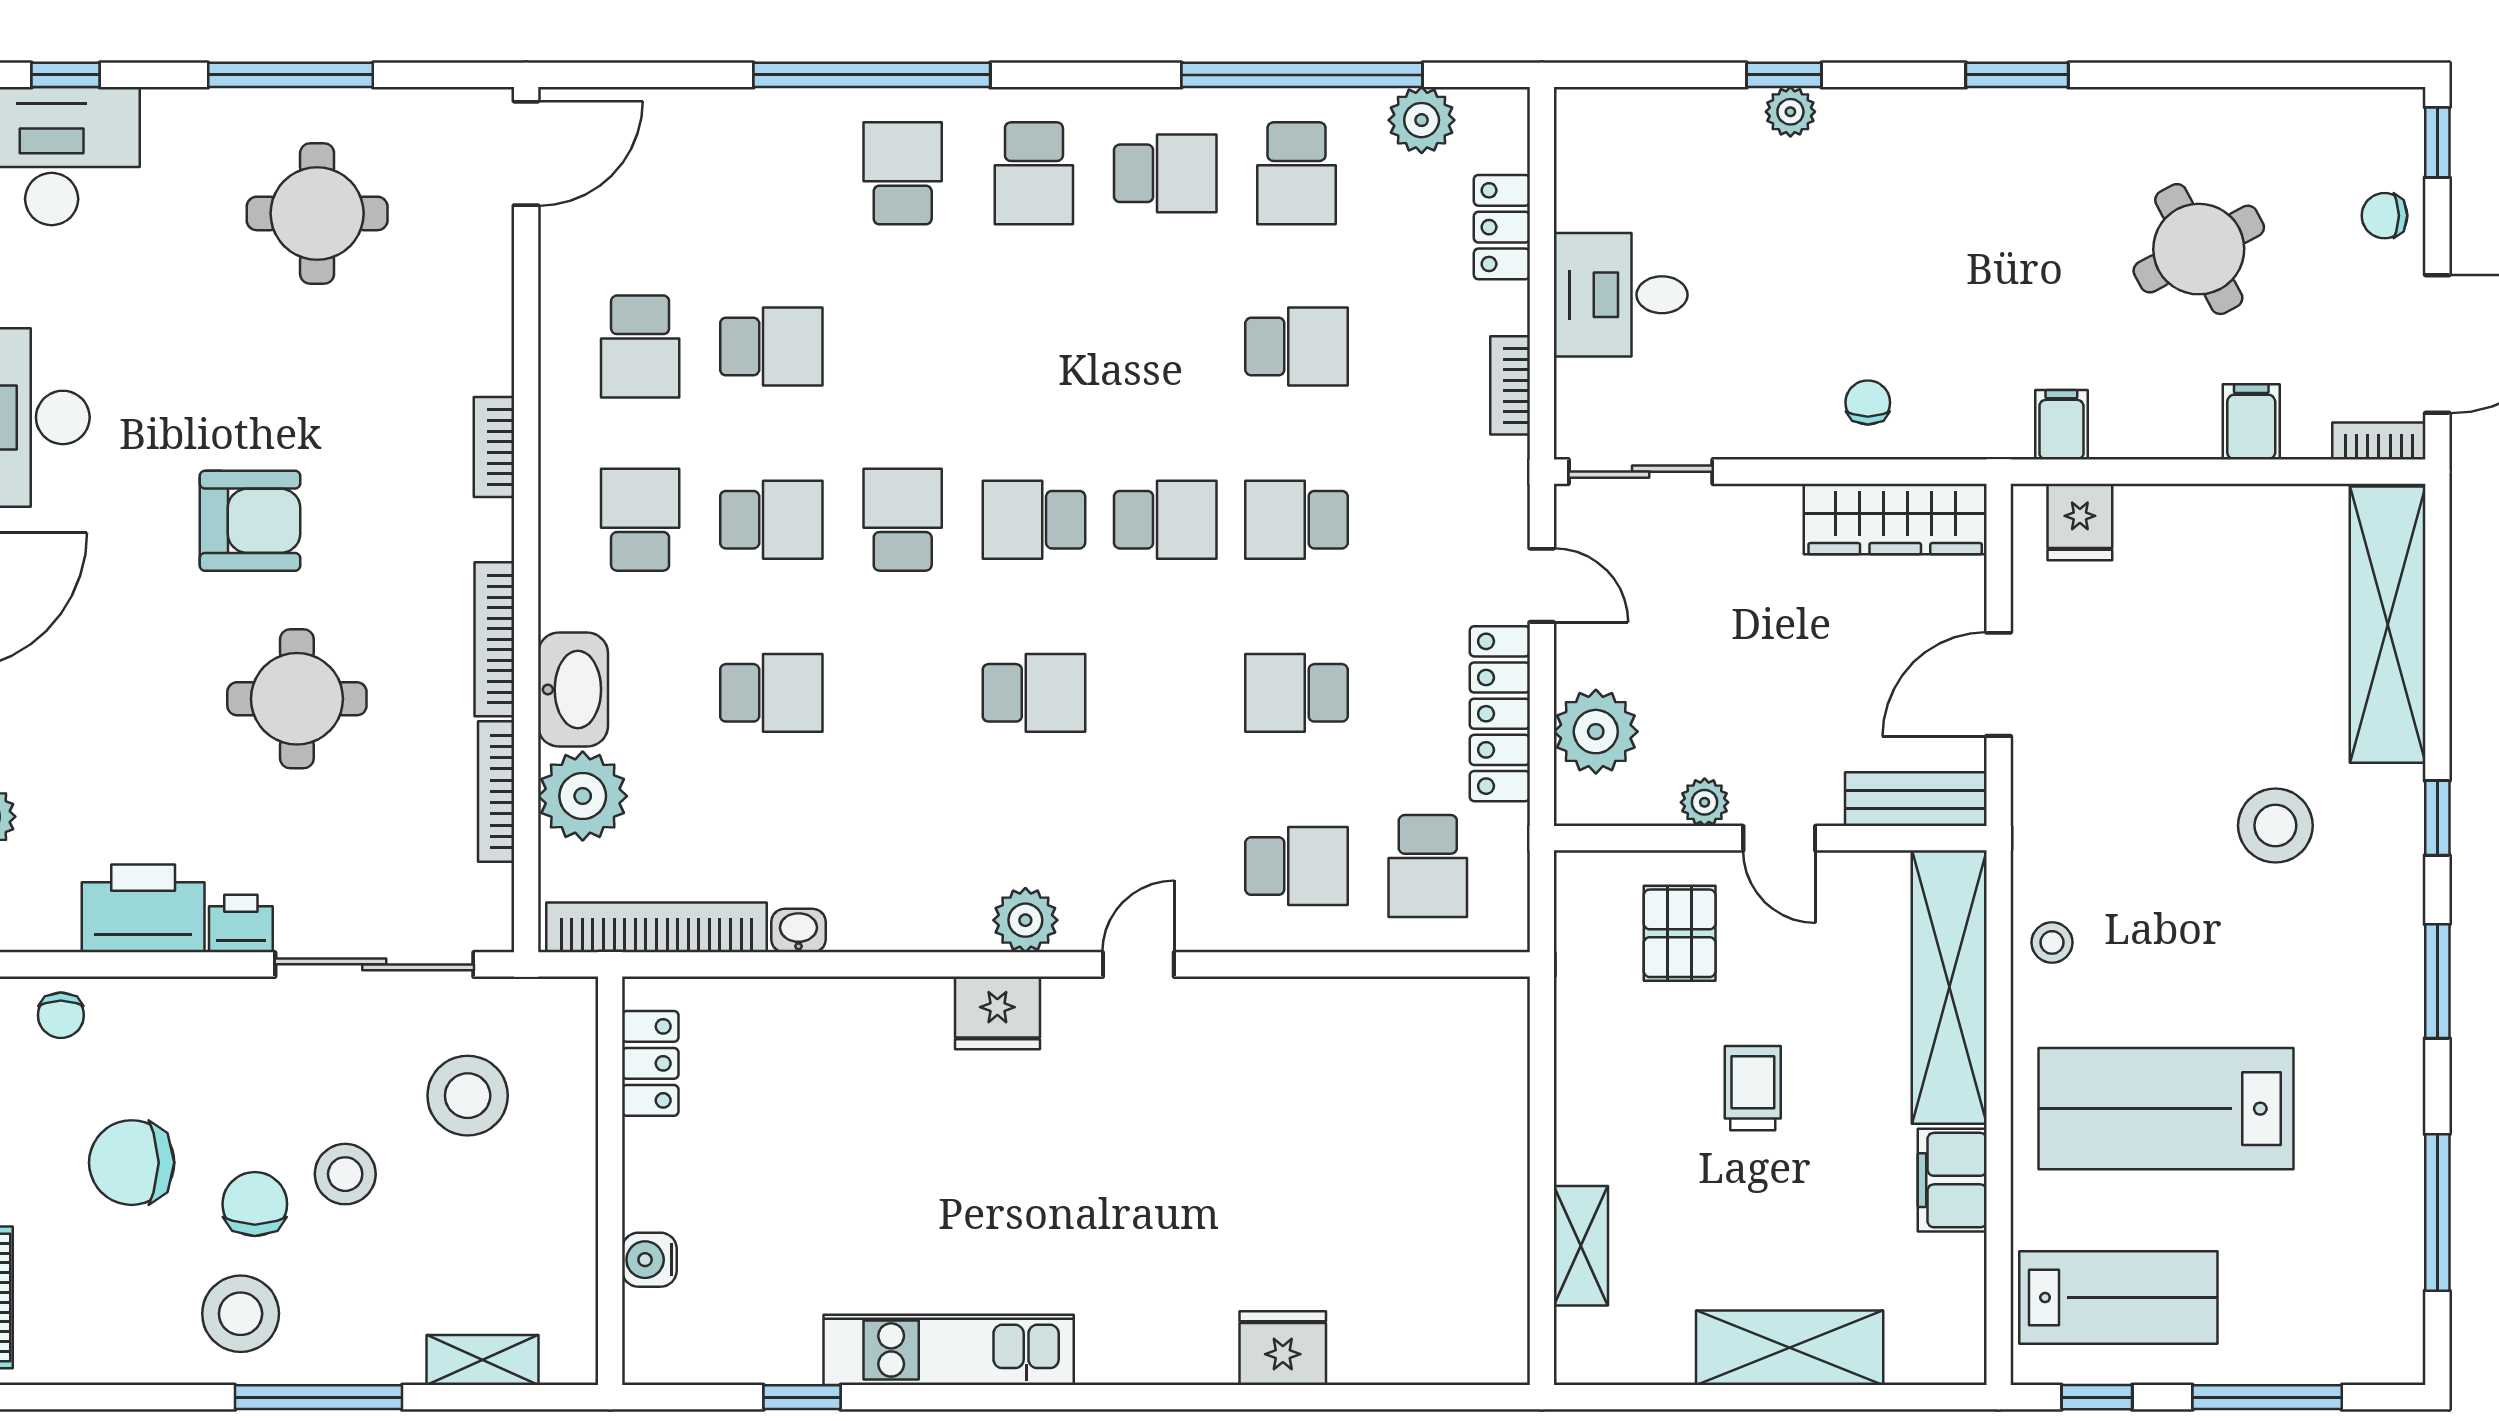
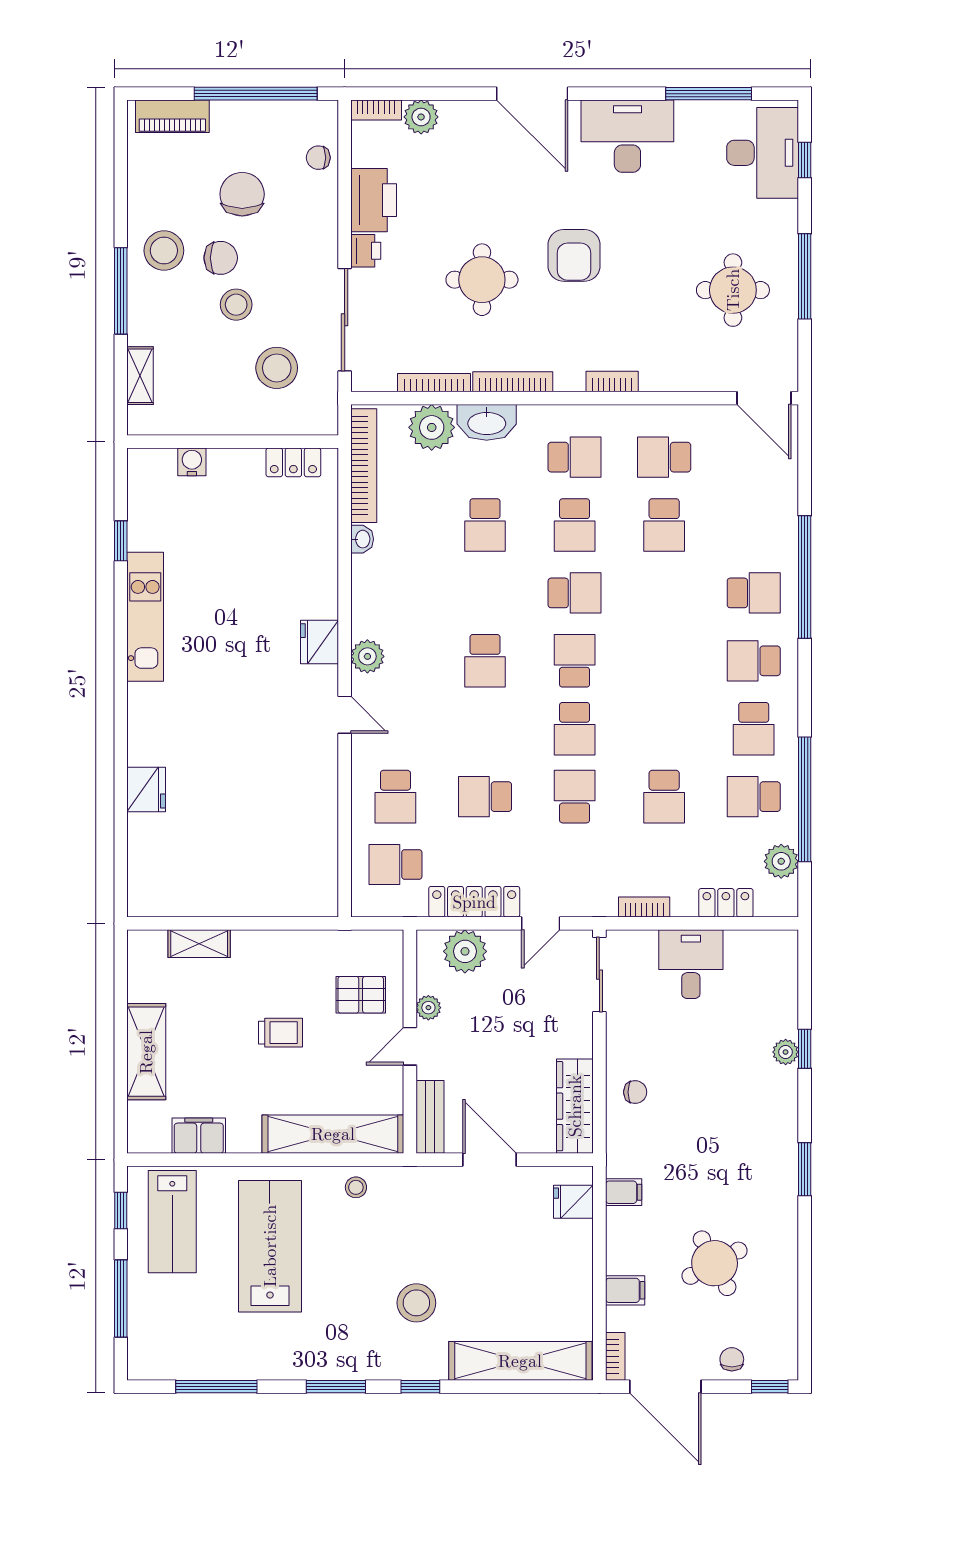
school desk: (1297, 693) -> (485, 797), turned -90
filing cabinet: (1952, 1180) -> (199, 1136), moved

